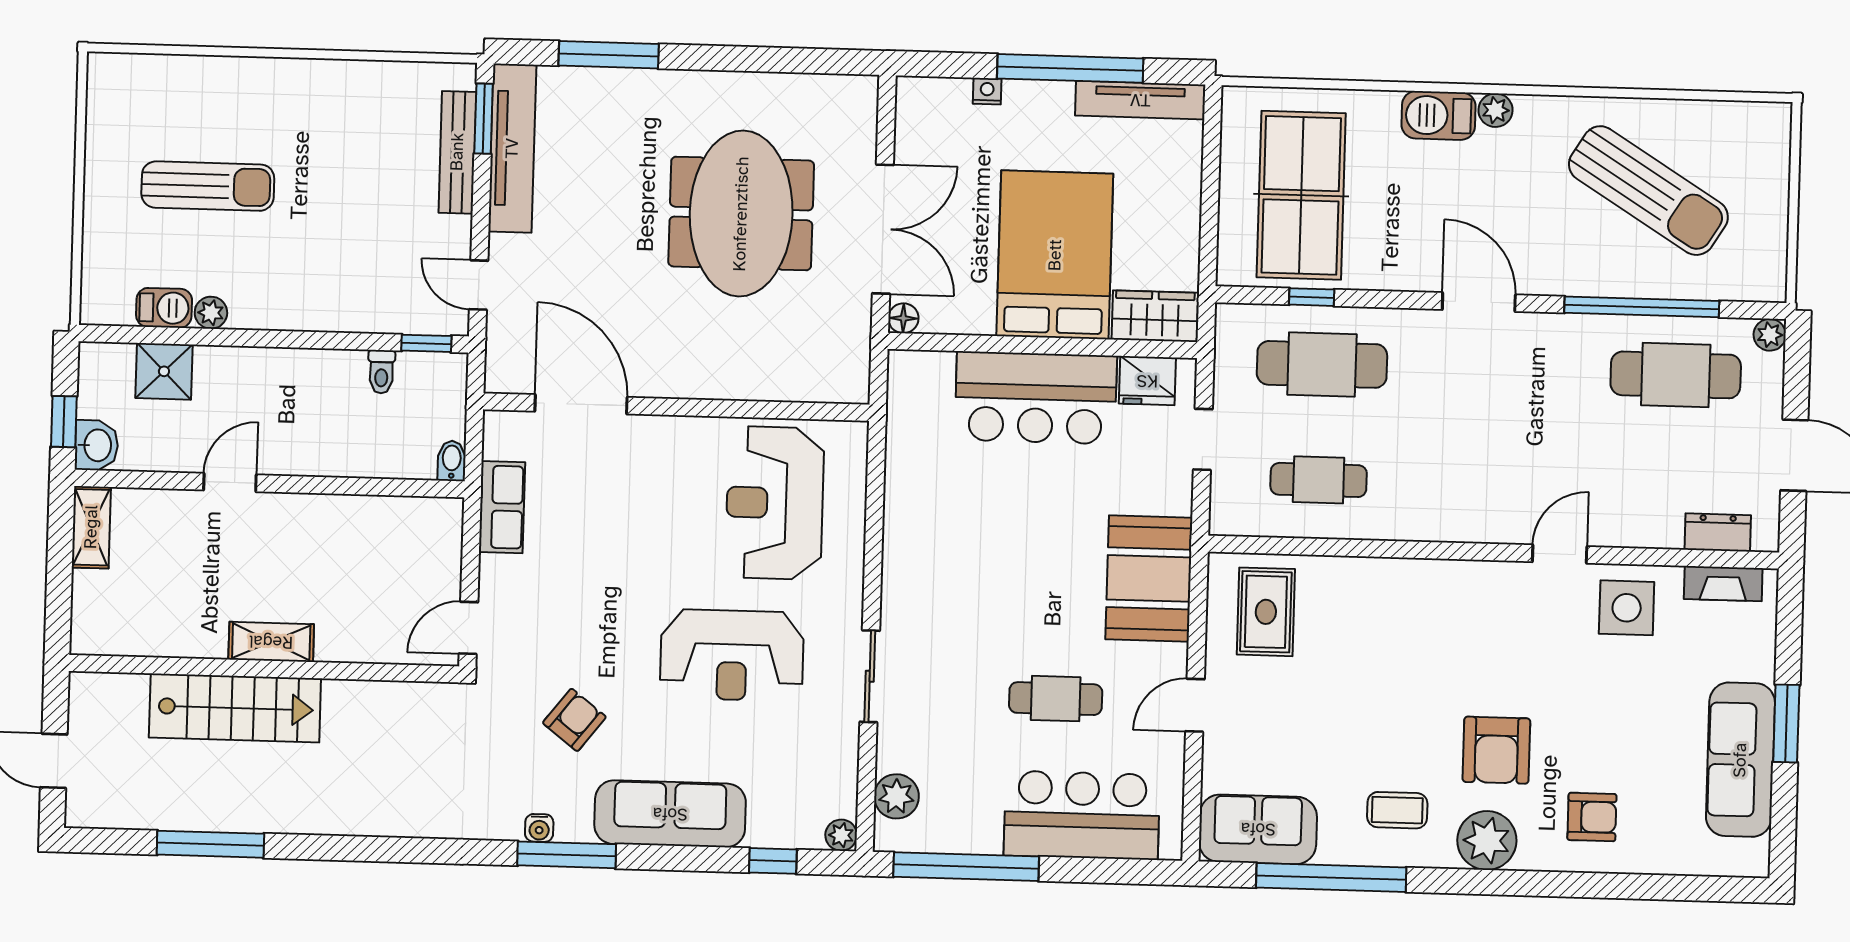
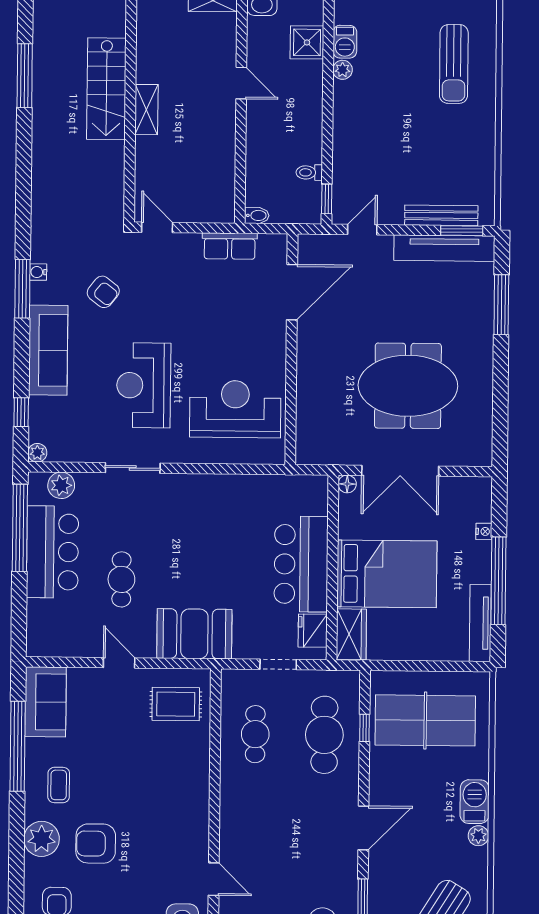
sun lounger: (208, 186) -> (454, 64), moved
bar counter: (1082, 815) -> (52, 552), moved

